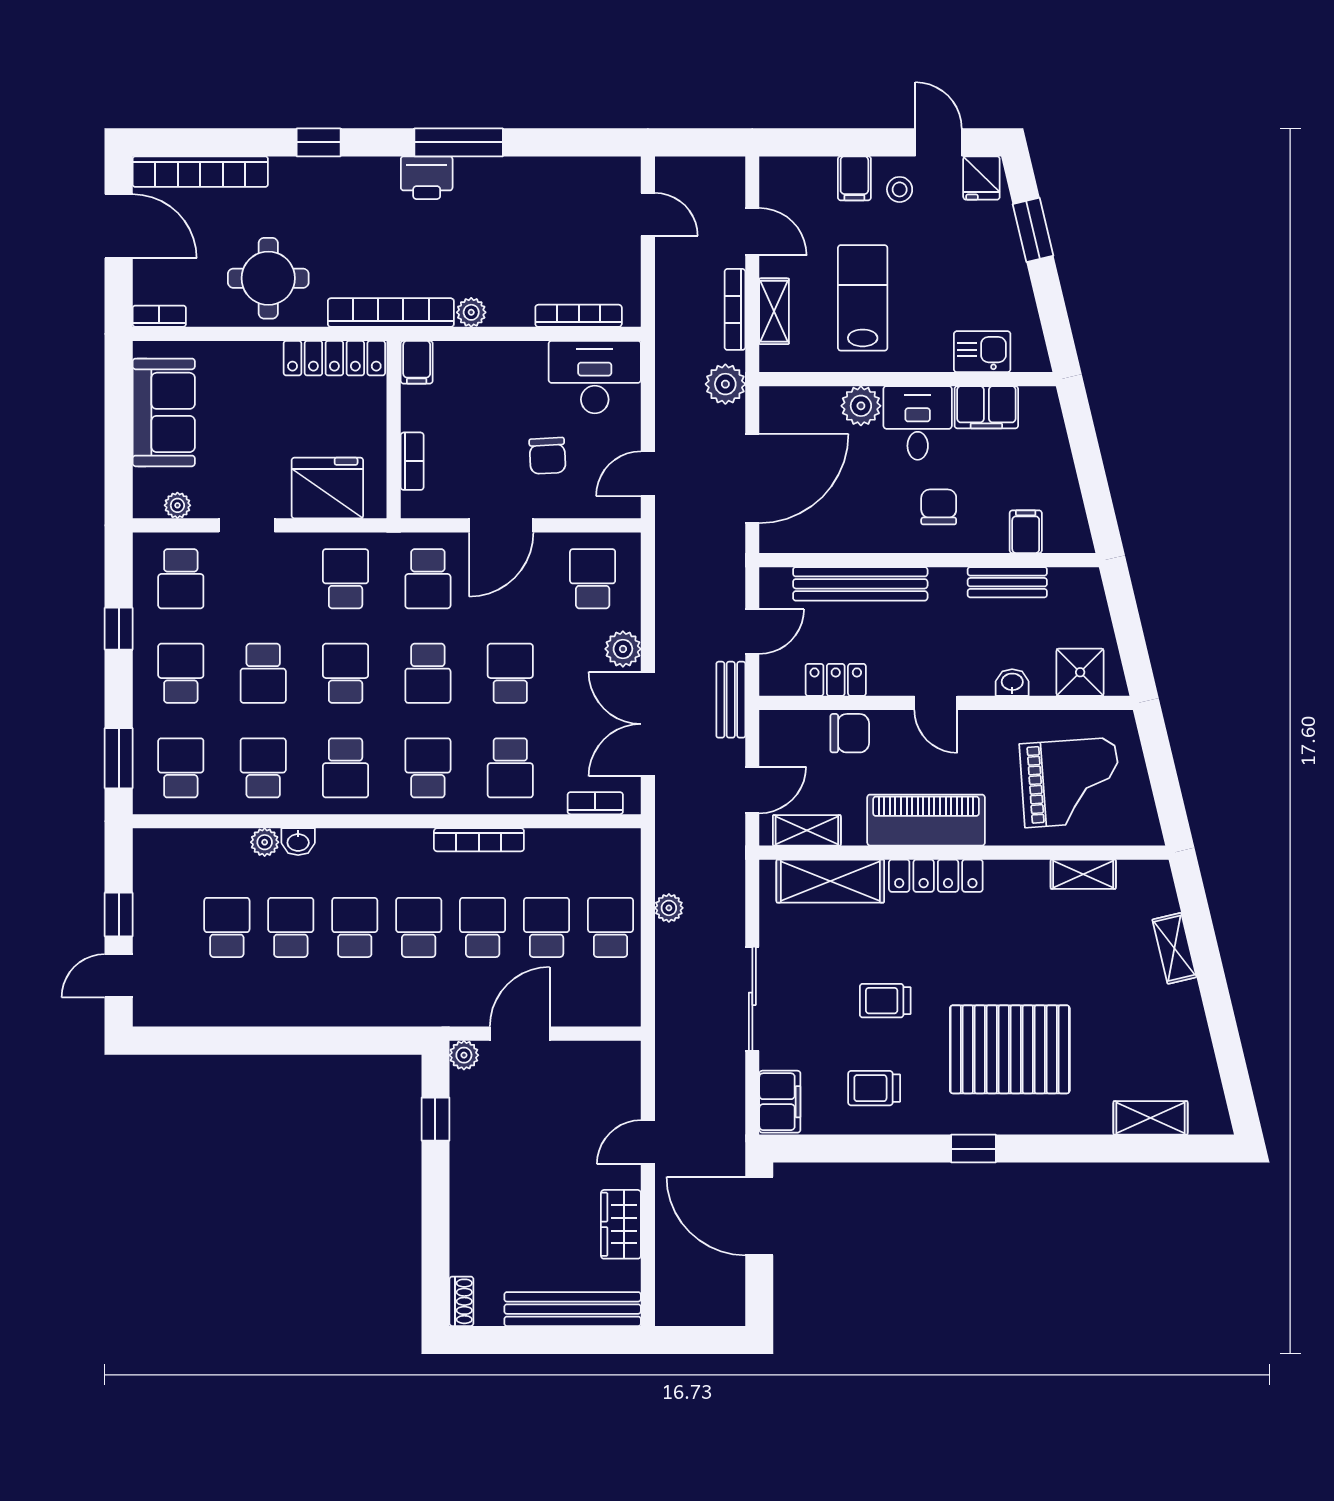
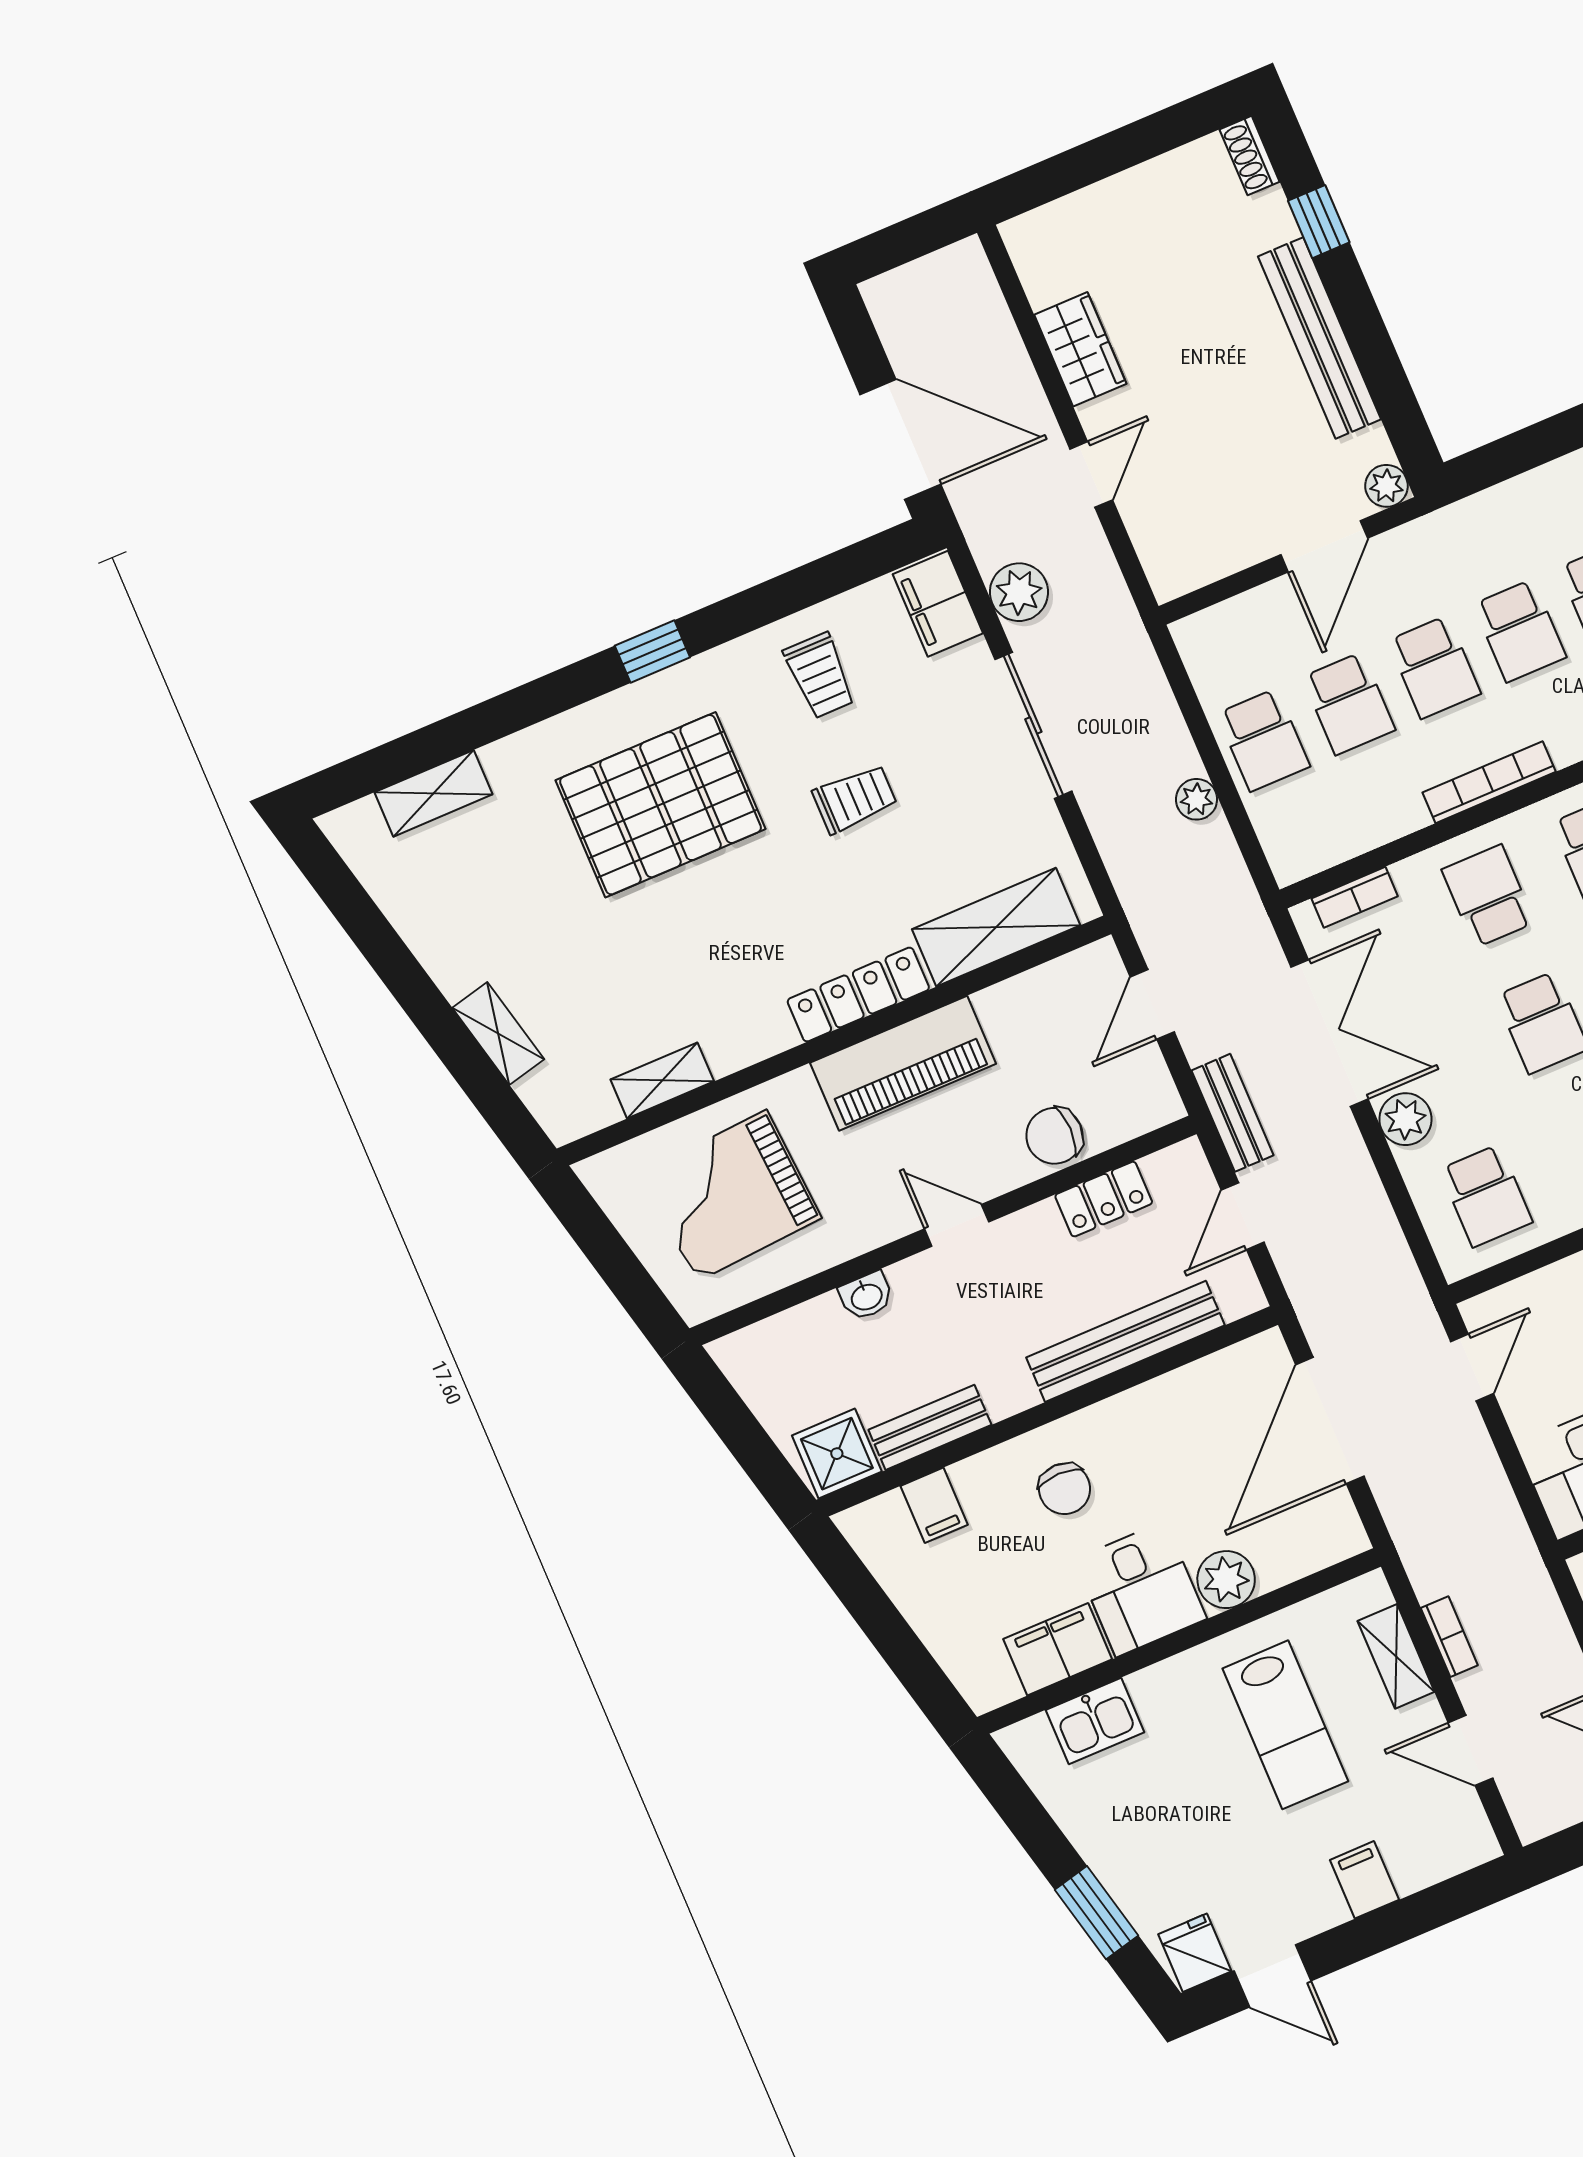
stool: (900, 189) -> (1298, 1891), removed
bookcase: (735, 309) -> (1449, 1637), width x0.64
plant: (725, 384) -> (1019, 592), moved
shower: (1080, 672) -> (837, 1454), moved
shelving: (807, 830) -> (1056, 982), removed
trolley: (874, 1088) -> (820, 676), turned 90
window: (435, 1119) -> (1319, 222), moved
bench: (573, 1309) -> (1320, 338), moved, turned 90

